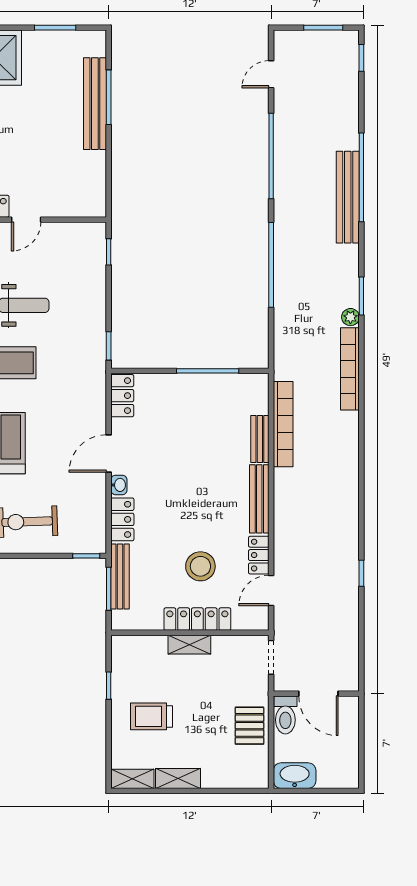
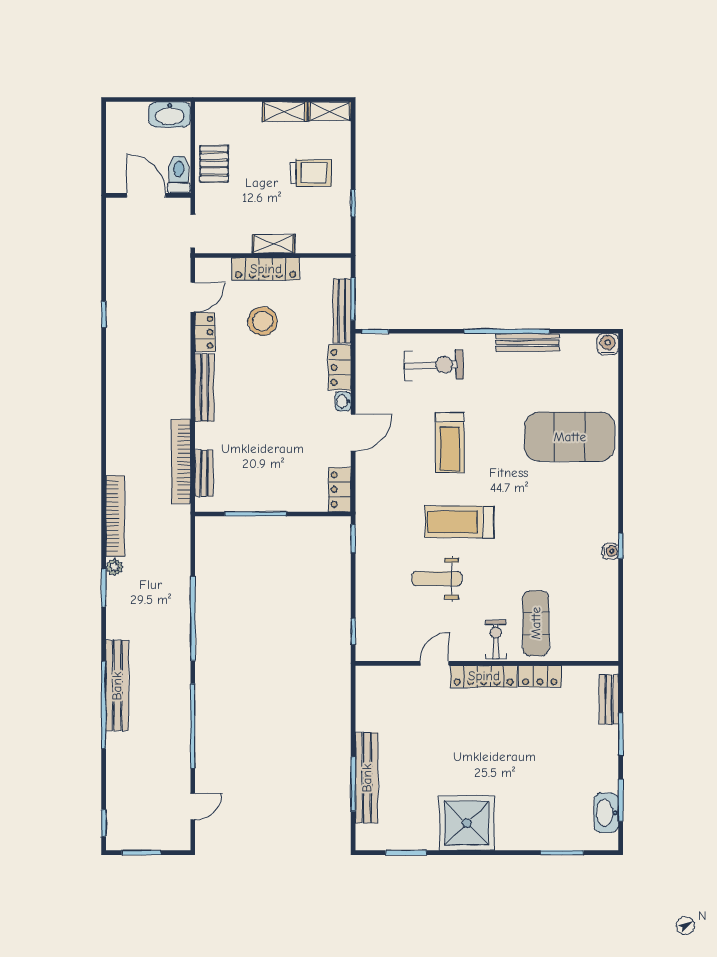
bench: (260, 439) -> (204, 473), moved

